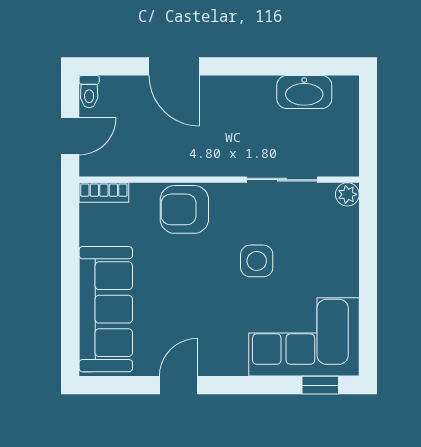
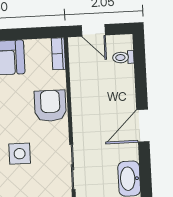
door: (174, 66) -> (143, 126), moved
toilet: (89, 92) -> (123, 57), moved

